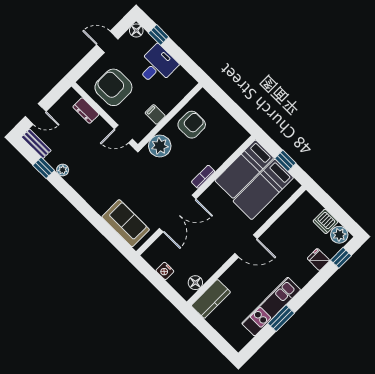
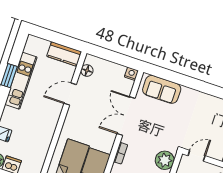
door: (246, 246) -> (70, 94), moved
nightstand: (165, 271) -> (131, 74), moved
kitchen counter: (211, 299) -> (64, 54), moved, turned -90

